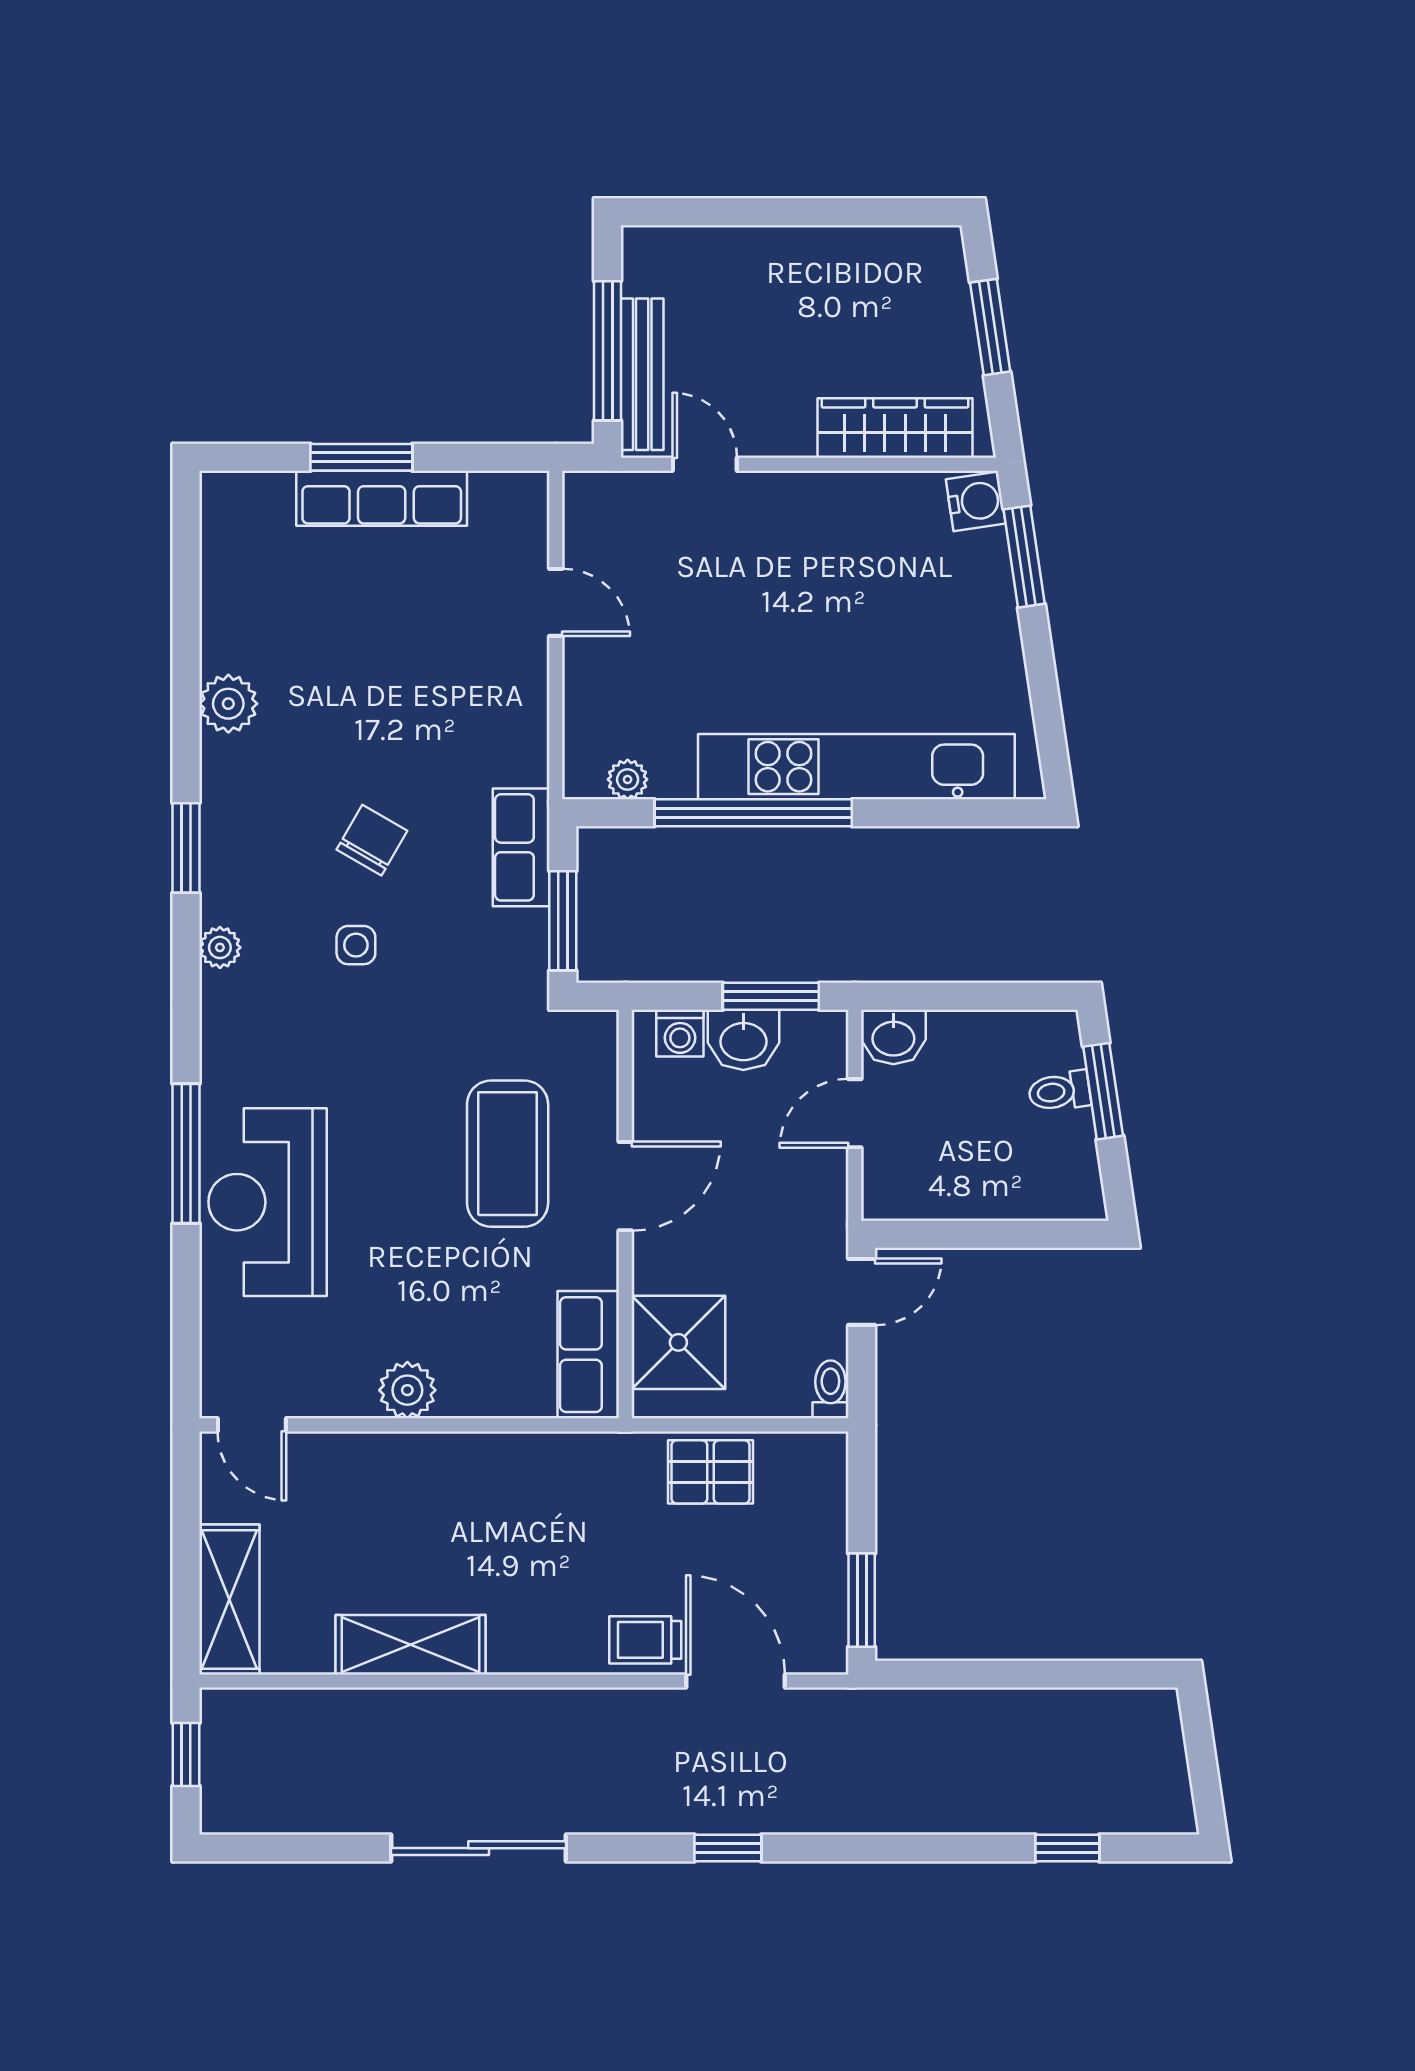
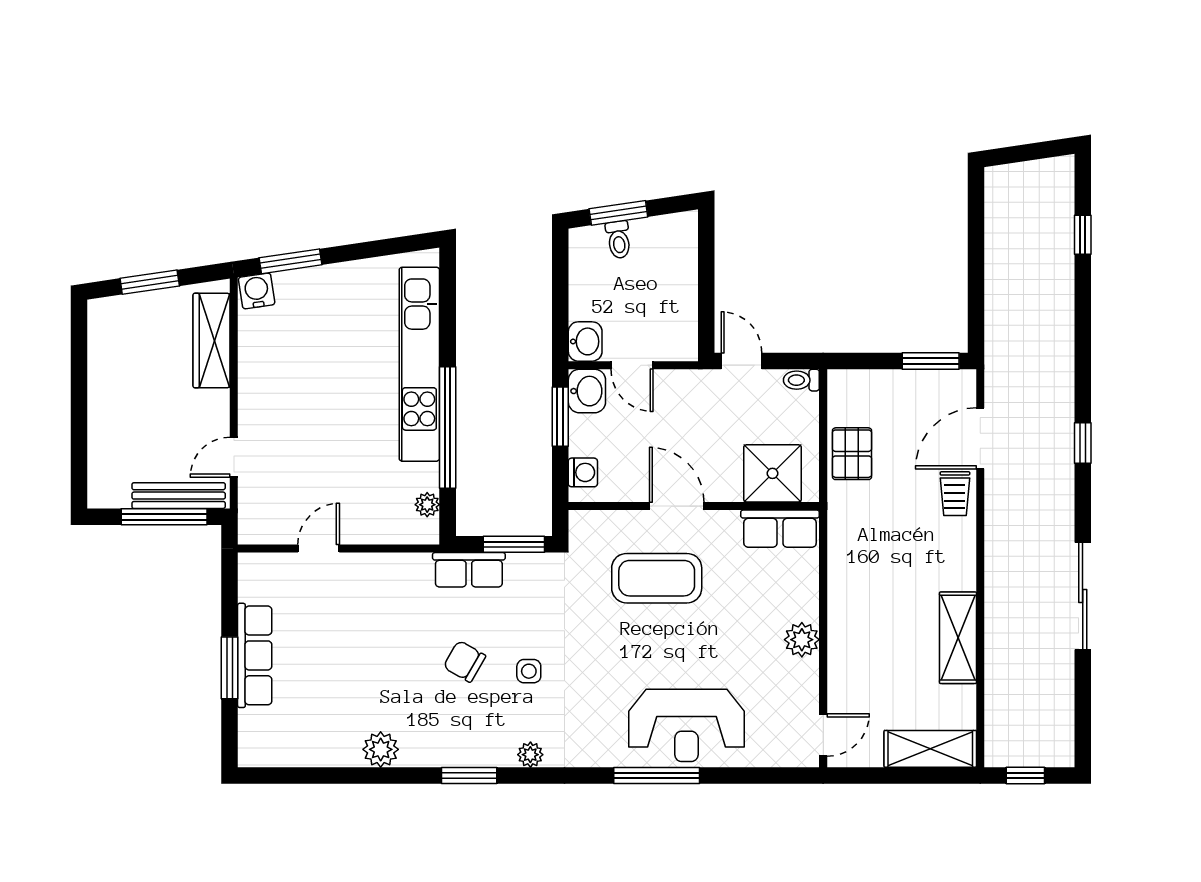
washbasin: (743, 1040) -> (587, 391), moved

